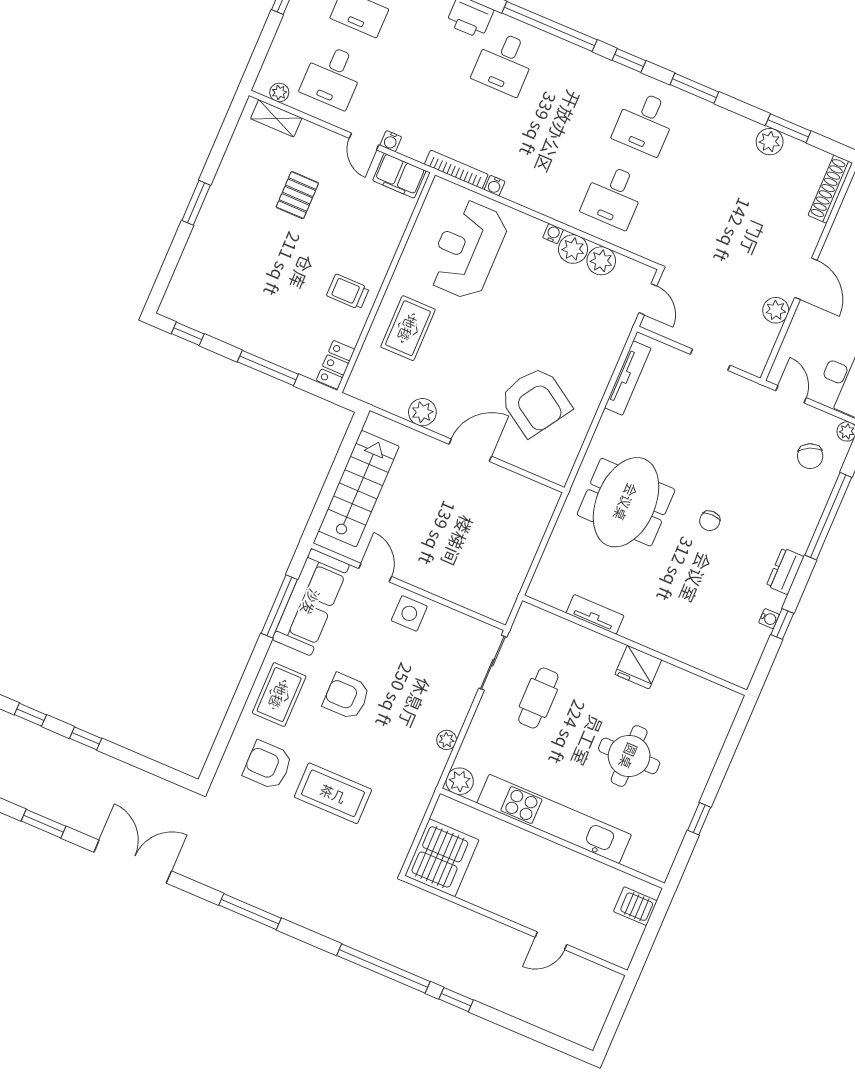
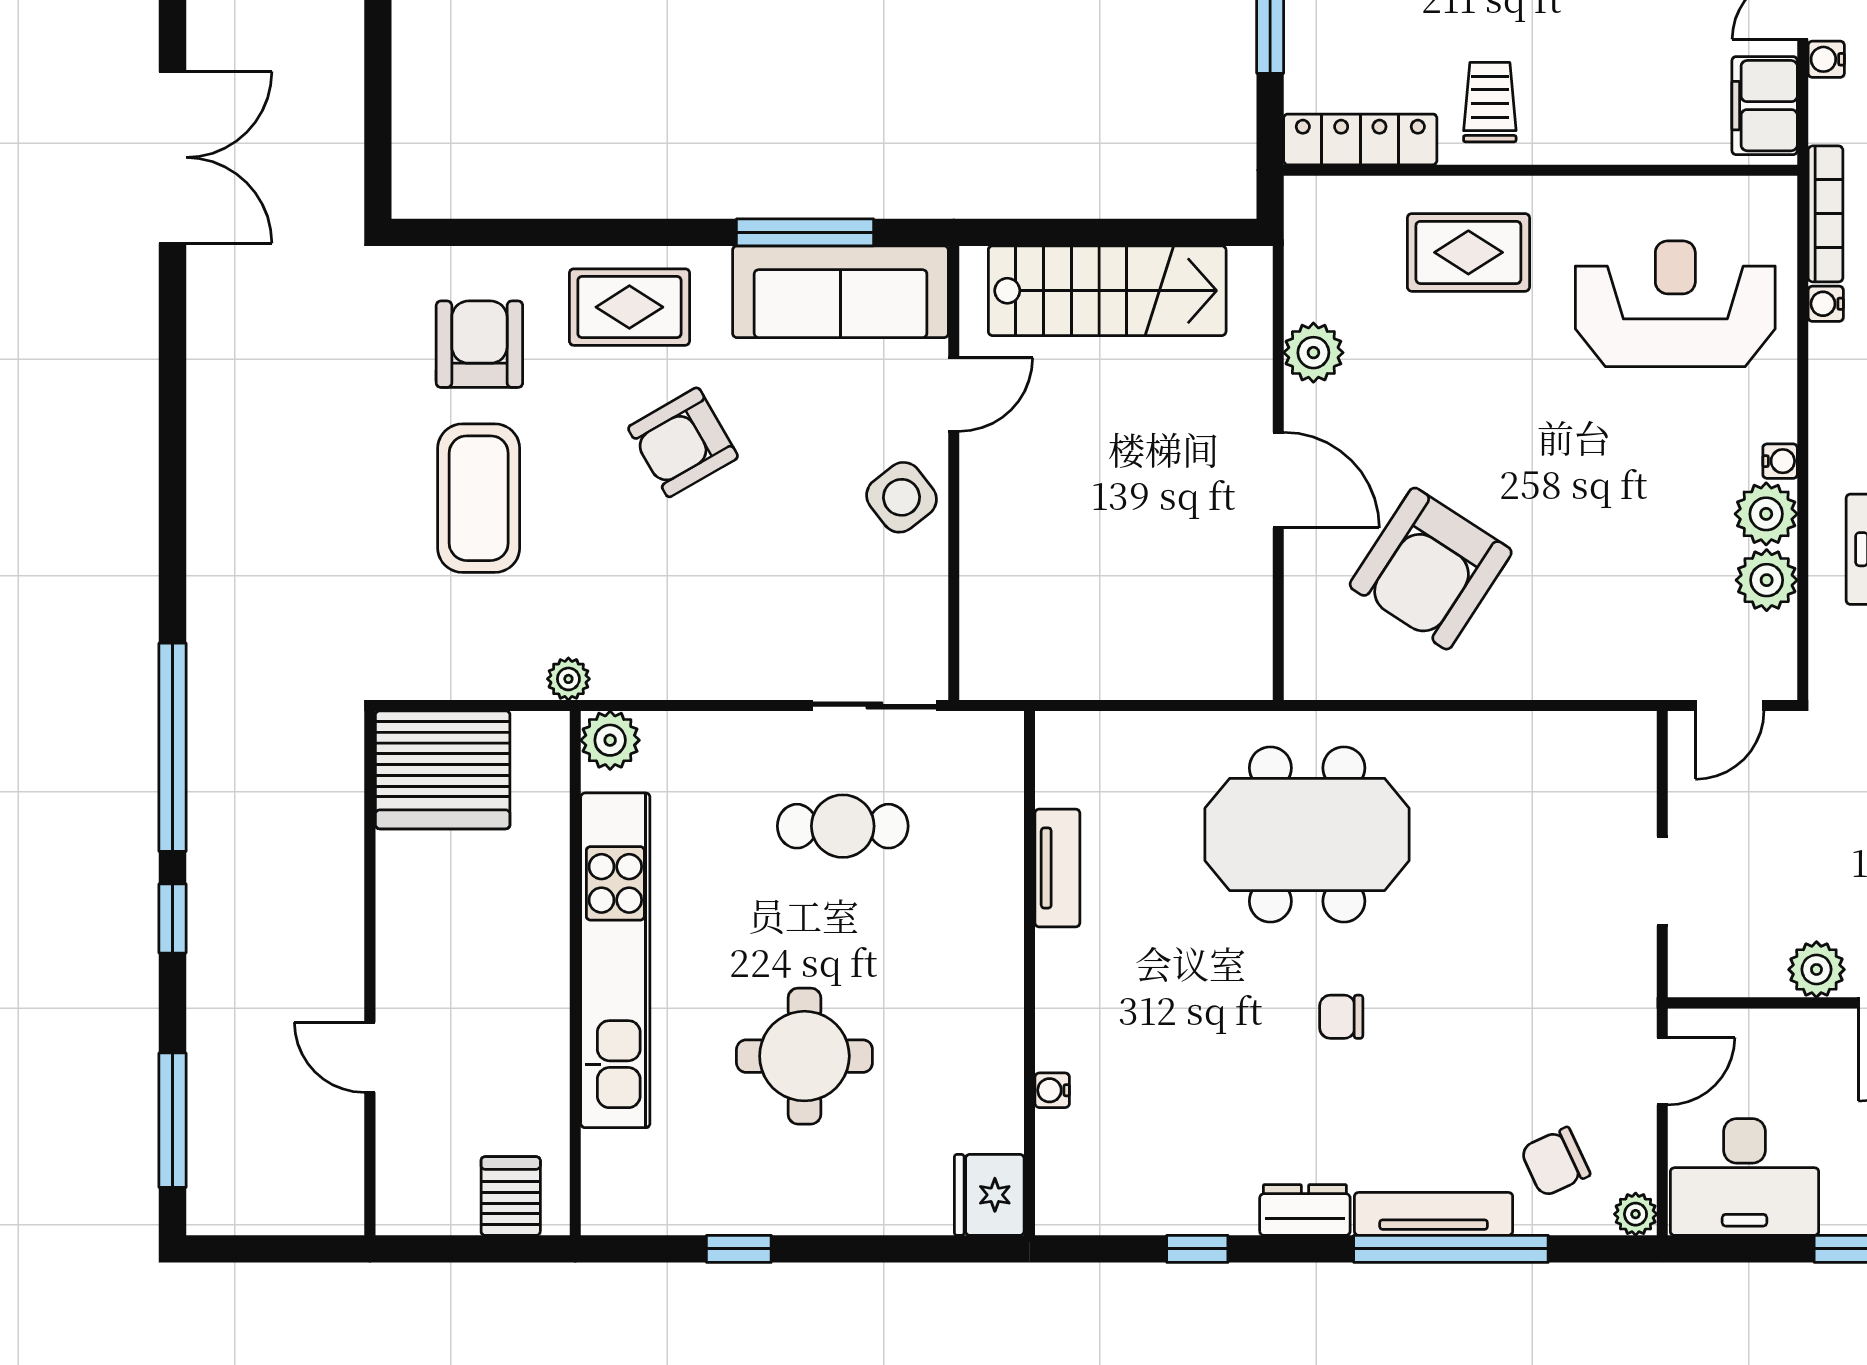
locker: (336, 365) -> (1360, 139), width x1.53
tv unit: (628, 378) -> (1434, 1214), moved, turned 180
side table: (409, 613) -> (902, 497), turned -38
water cooler: (769, 619) -> (1052, 1090), moved, turned 90
fridge: (638, 667) -> (989, 1195), moved
armchair: (346, 696) -> (683, 442), turned -120
plant: (447, 740) -> (568, 679), moved
window: (250, 912) -> (173, 1120), moved

